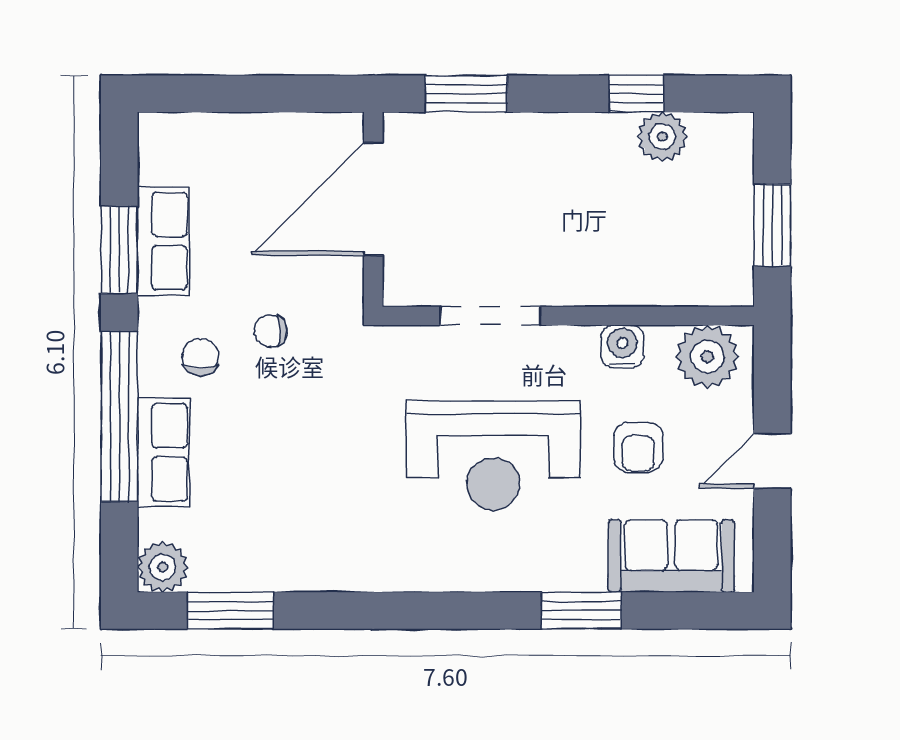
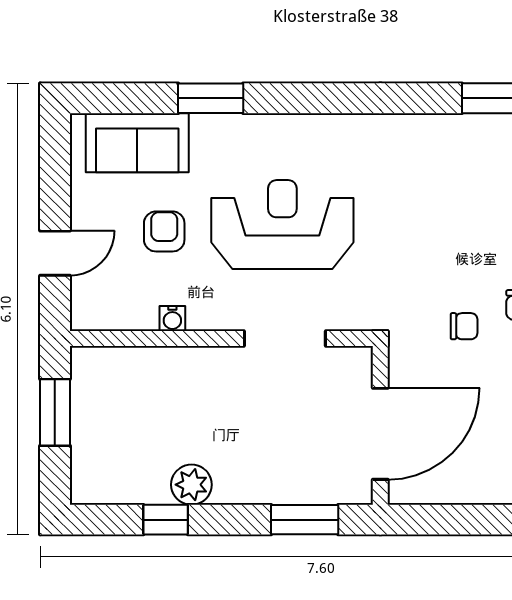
plant: (662, 137) -> (191, 485), moved
water cooler: (622, 346) -> (172, 319), width x0.72, depth x0.72
plant: (707, 357) -> (108, 305), removed
door: (772, 461) -> (55, 253), moved

